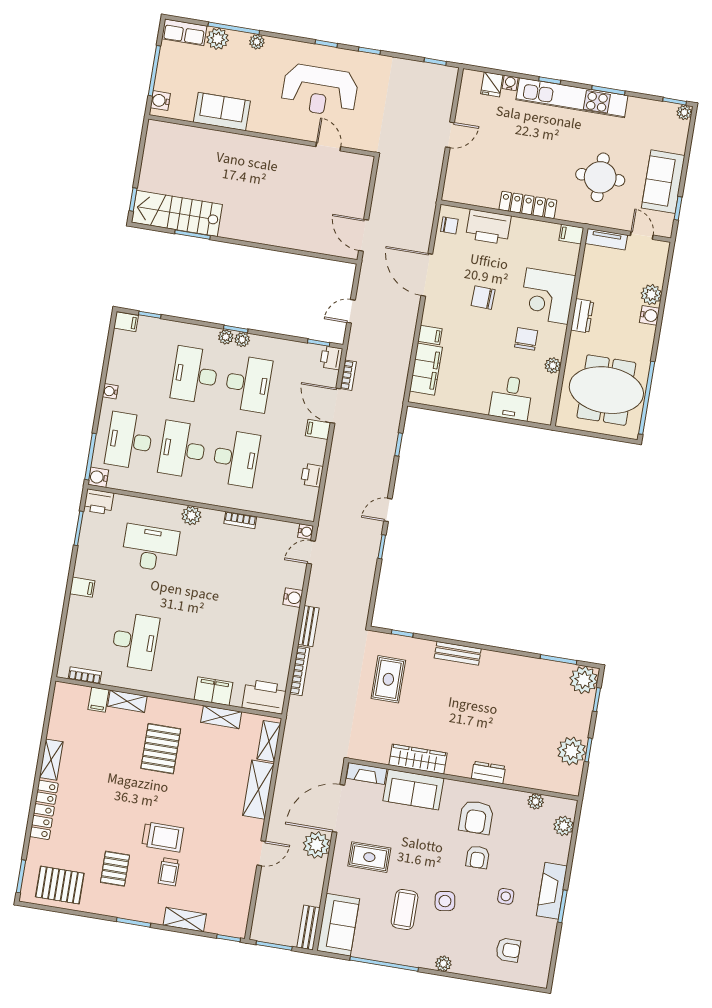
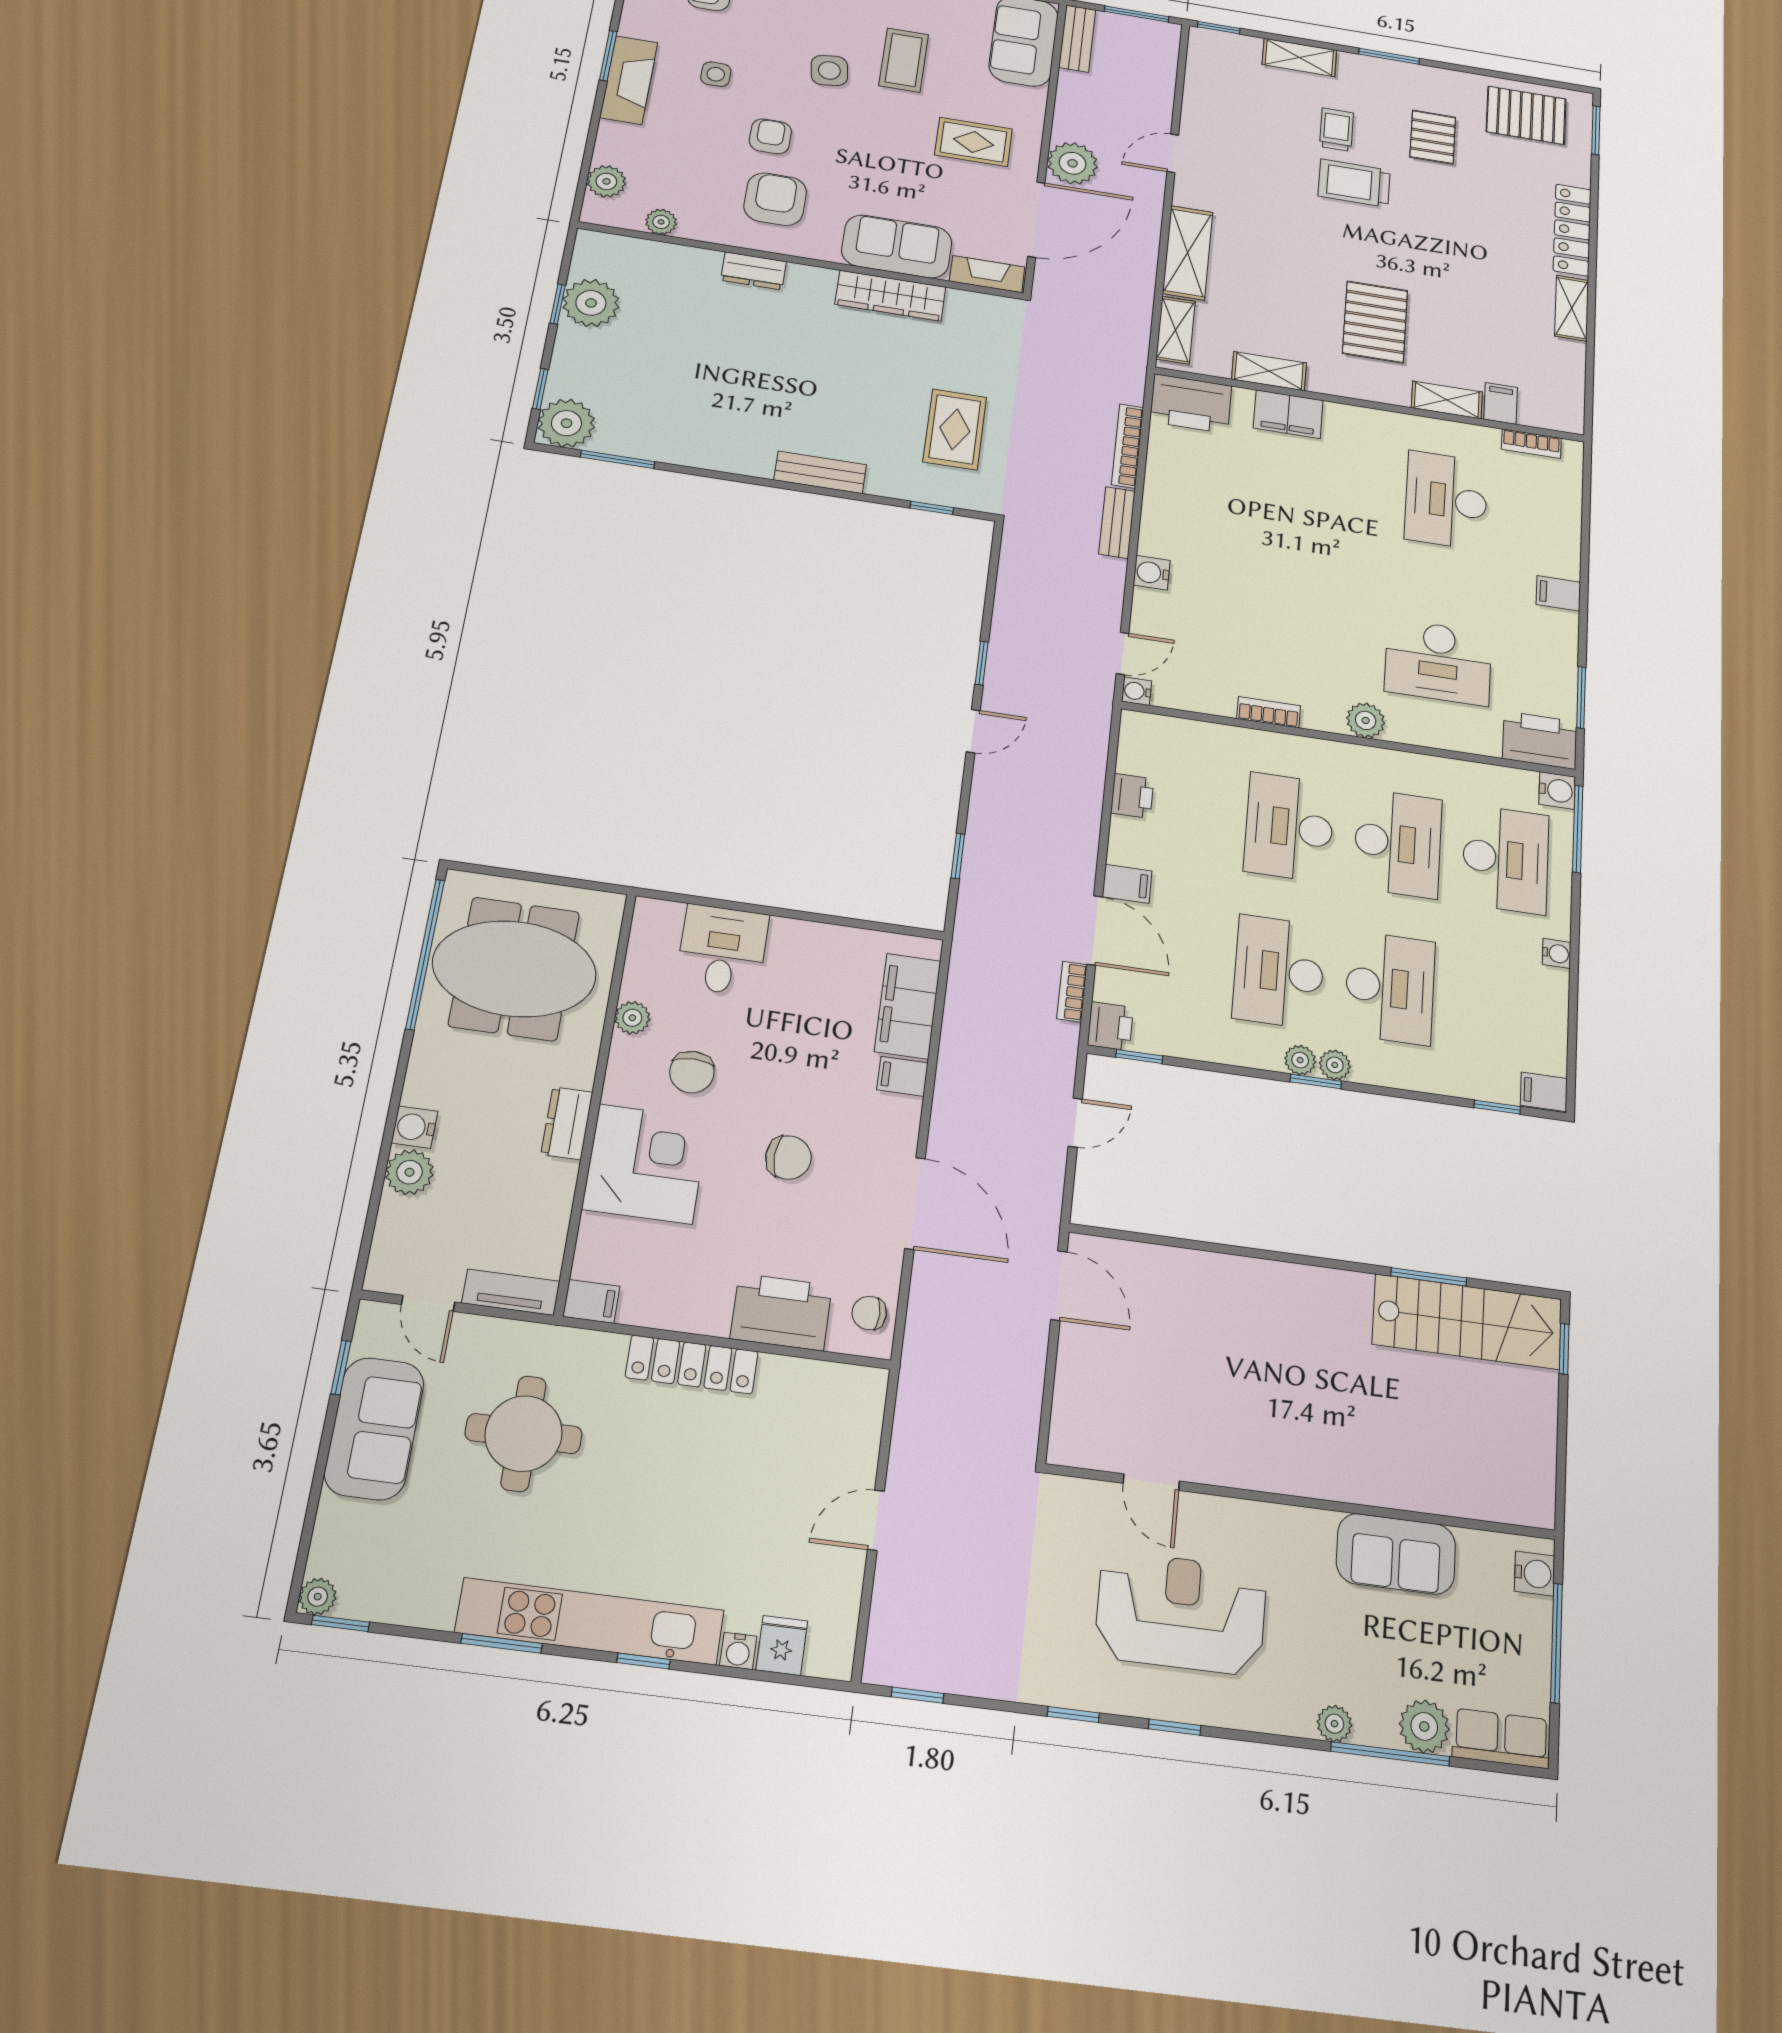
printer: (99, 502) -> (1540, 740), width x1.37, depth x1.19

